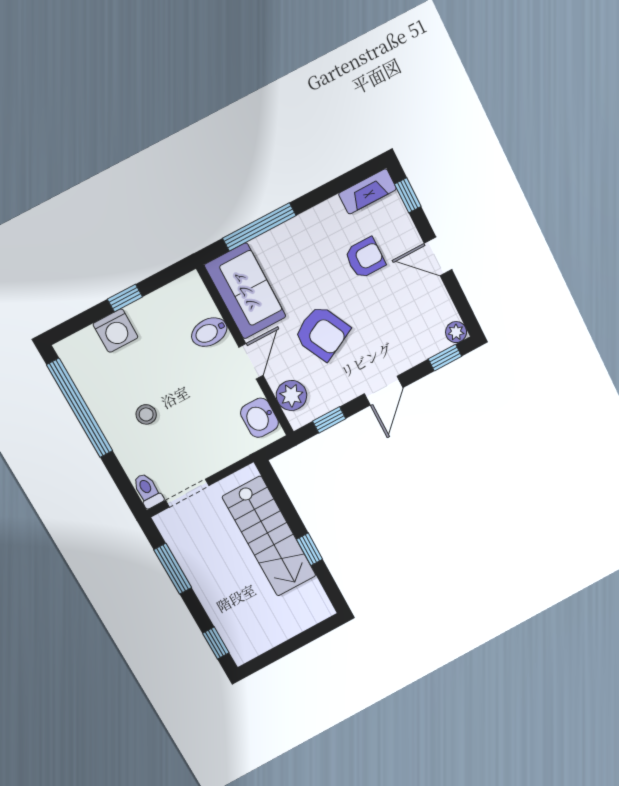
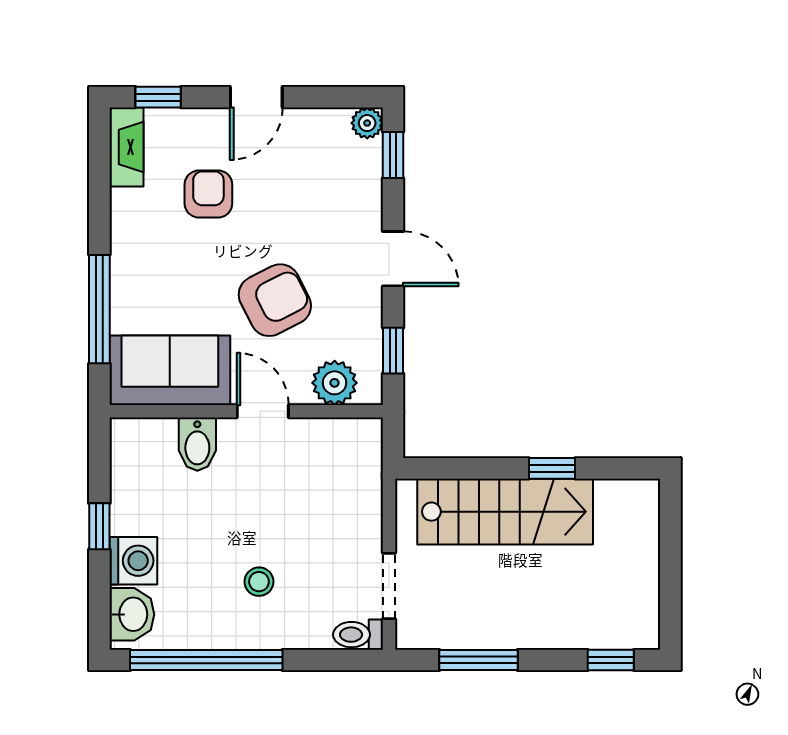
washbasin: (259, 418) -> (132, 614), moved, turned -90

